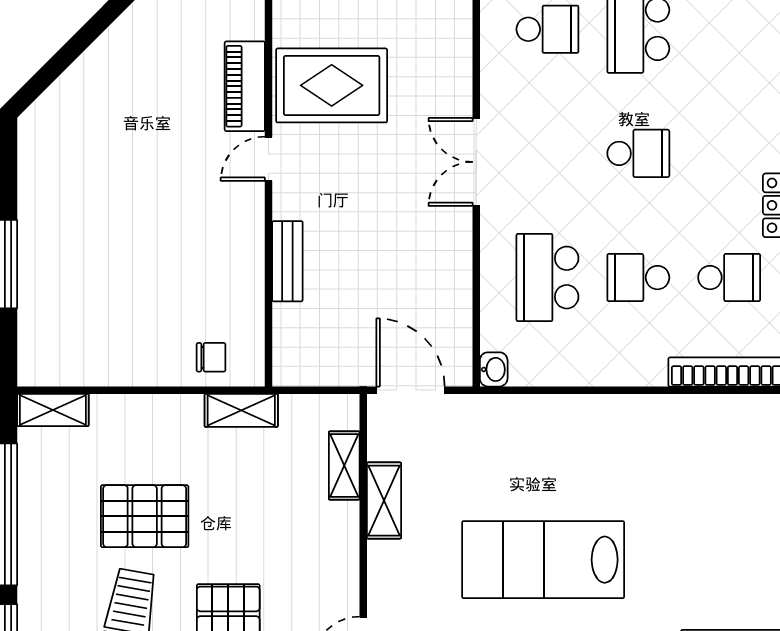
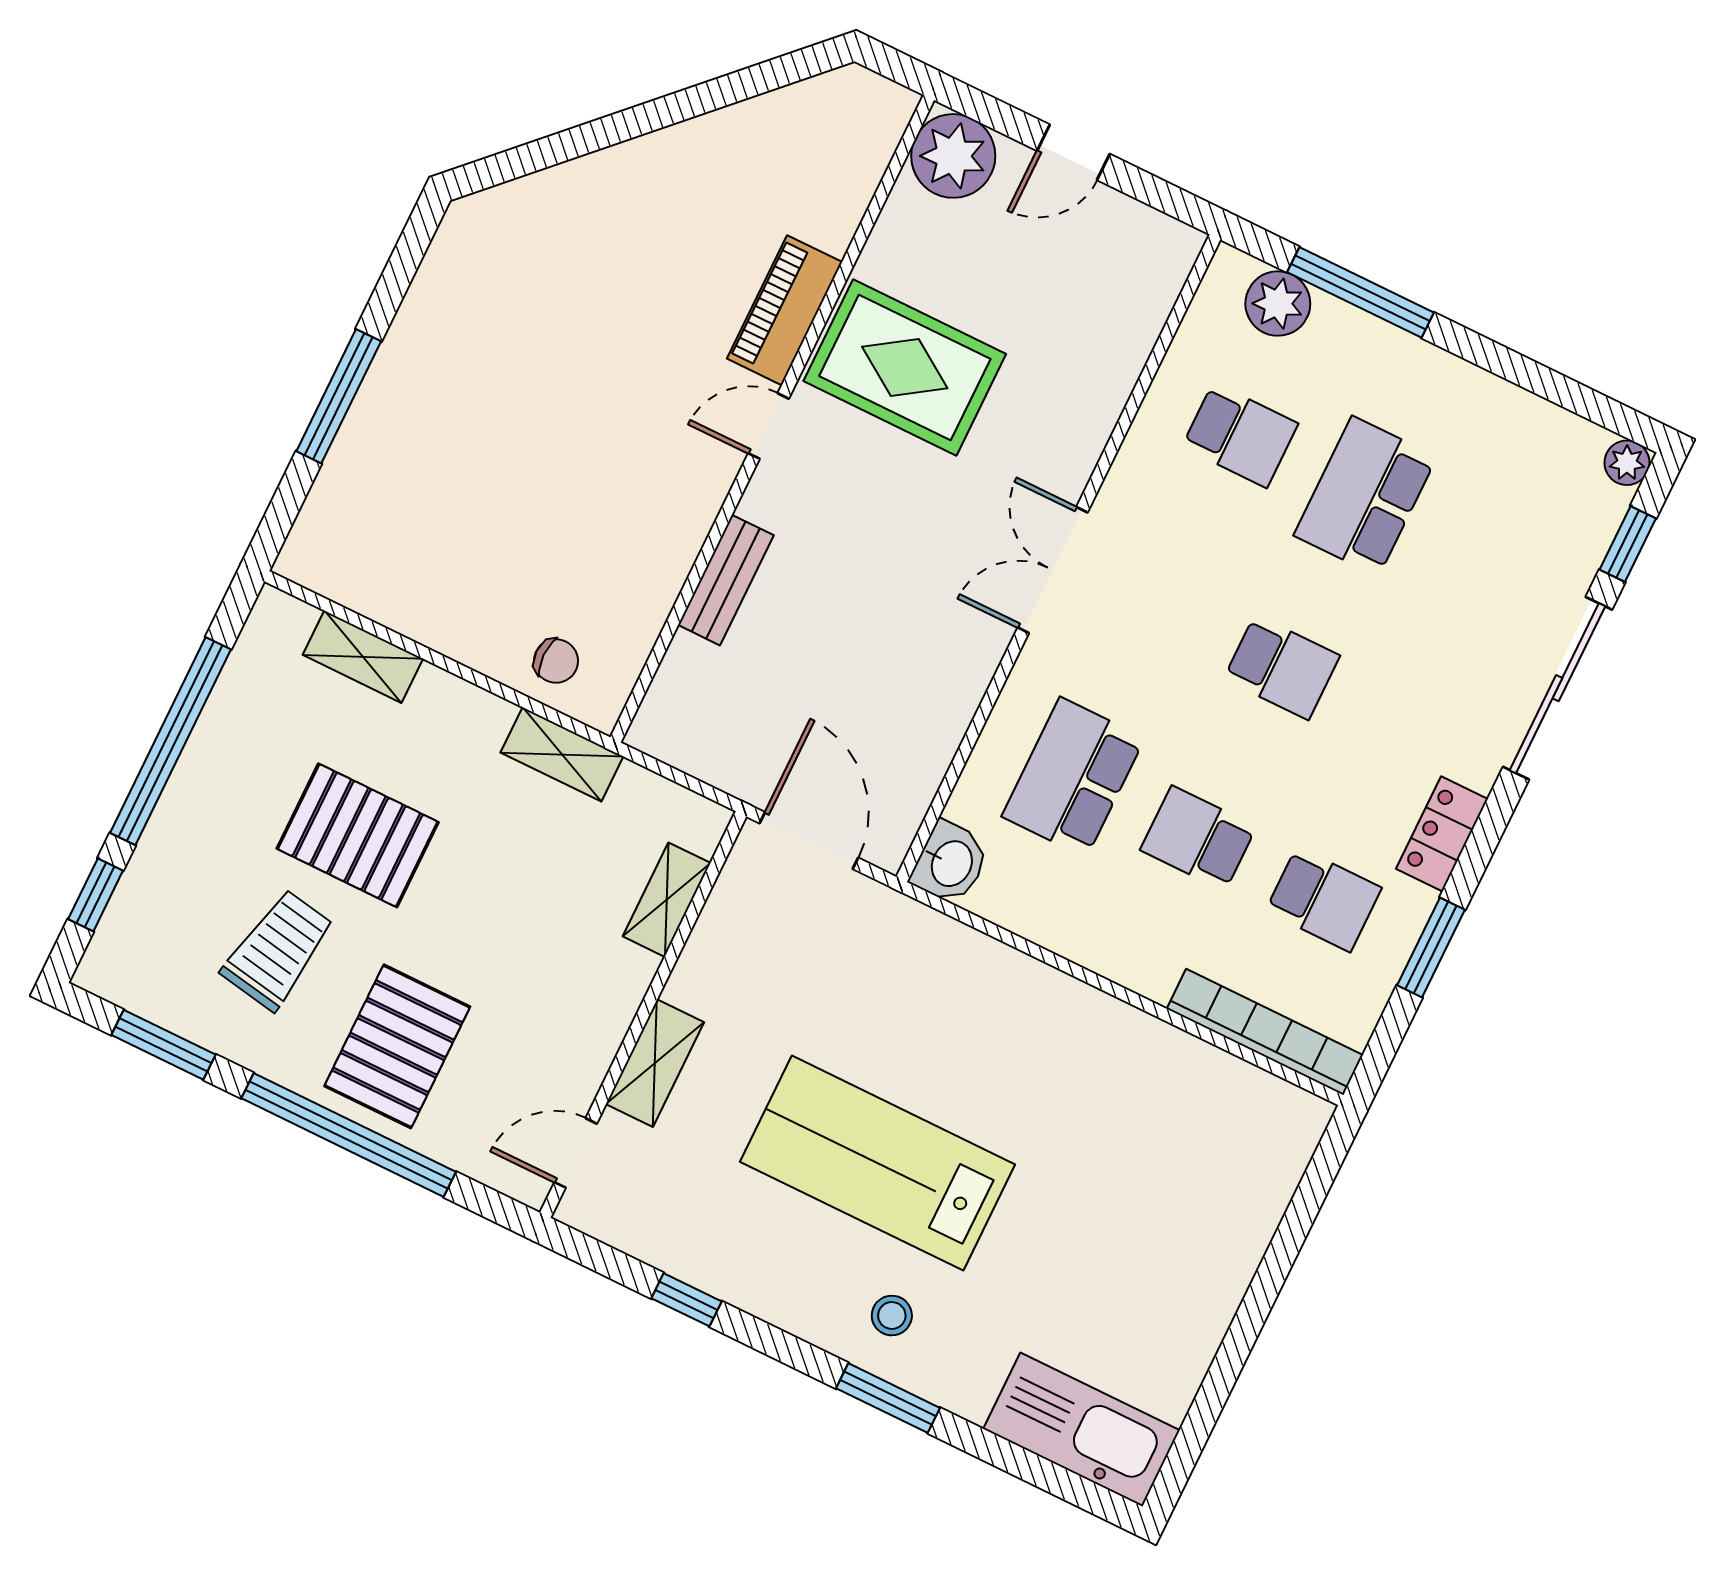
washbasin: (494, 369) -> (950, 863), width x1.38, depth x1.45
shelving: (53, 410) -> (363, 657), moved
shelving: (384, 501) -> (655, 1063), moved

